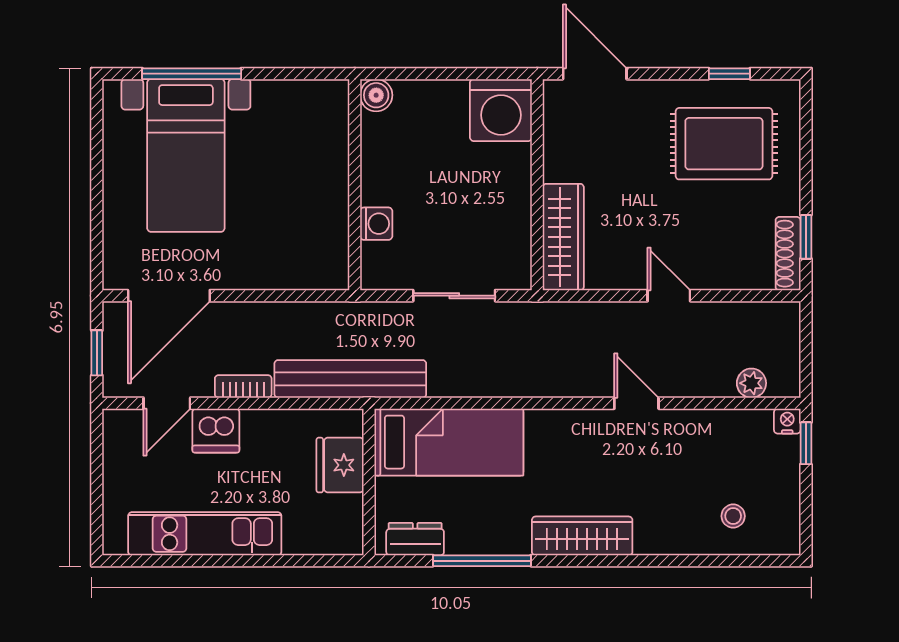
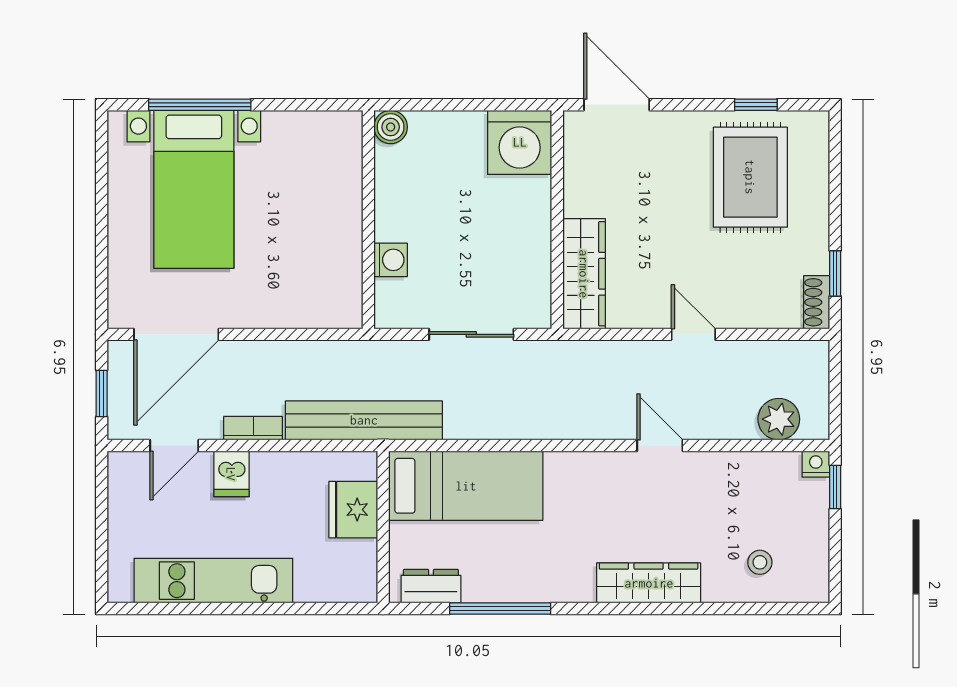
rug: (724, 144) -> (750, 177), turned 90
shoe rack: (788, 254) -> (817, 302), width x0.70
plant: (751, 383) -> (779, 419), width x1.38, depth x1.38
dishwasher: (216, 431) -> (231, 474), width x0.73
wardrobe: (582, 536) -> (649, 583), moved

